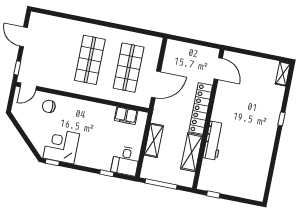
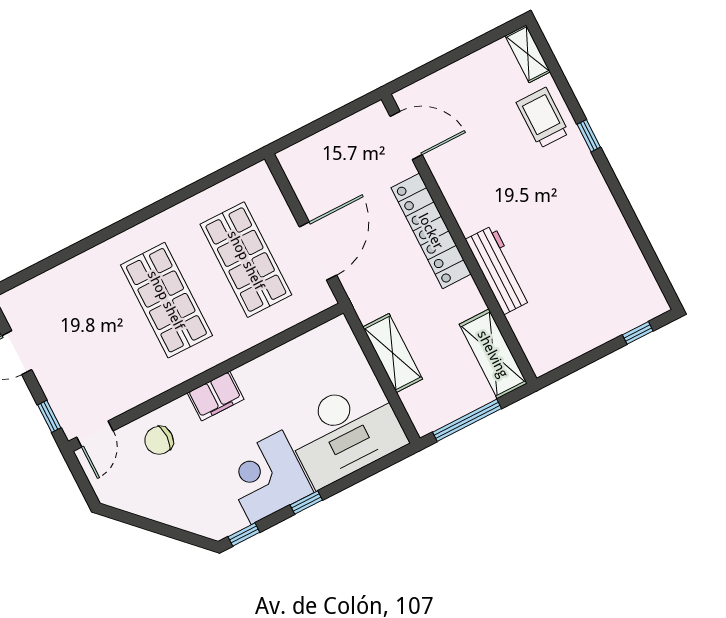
trolley: (270, 100) -> (543, 118), added
filing cabinet: (126, 116) -> (216, 396), moved
corner desk: (61, 146) -> (267, 477), moved
shelving: (192, 152) -> (493, 354), moved
desk: (126, 161) -> (345, 432), width x1.87, depth x1.30
window: (107, 173) -> (306, 503), moved
window: (213, 194) -> (638, 333), moved

